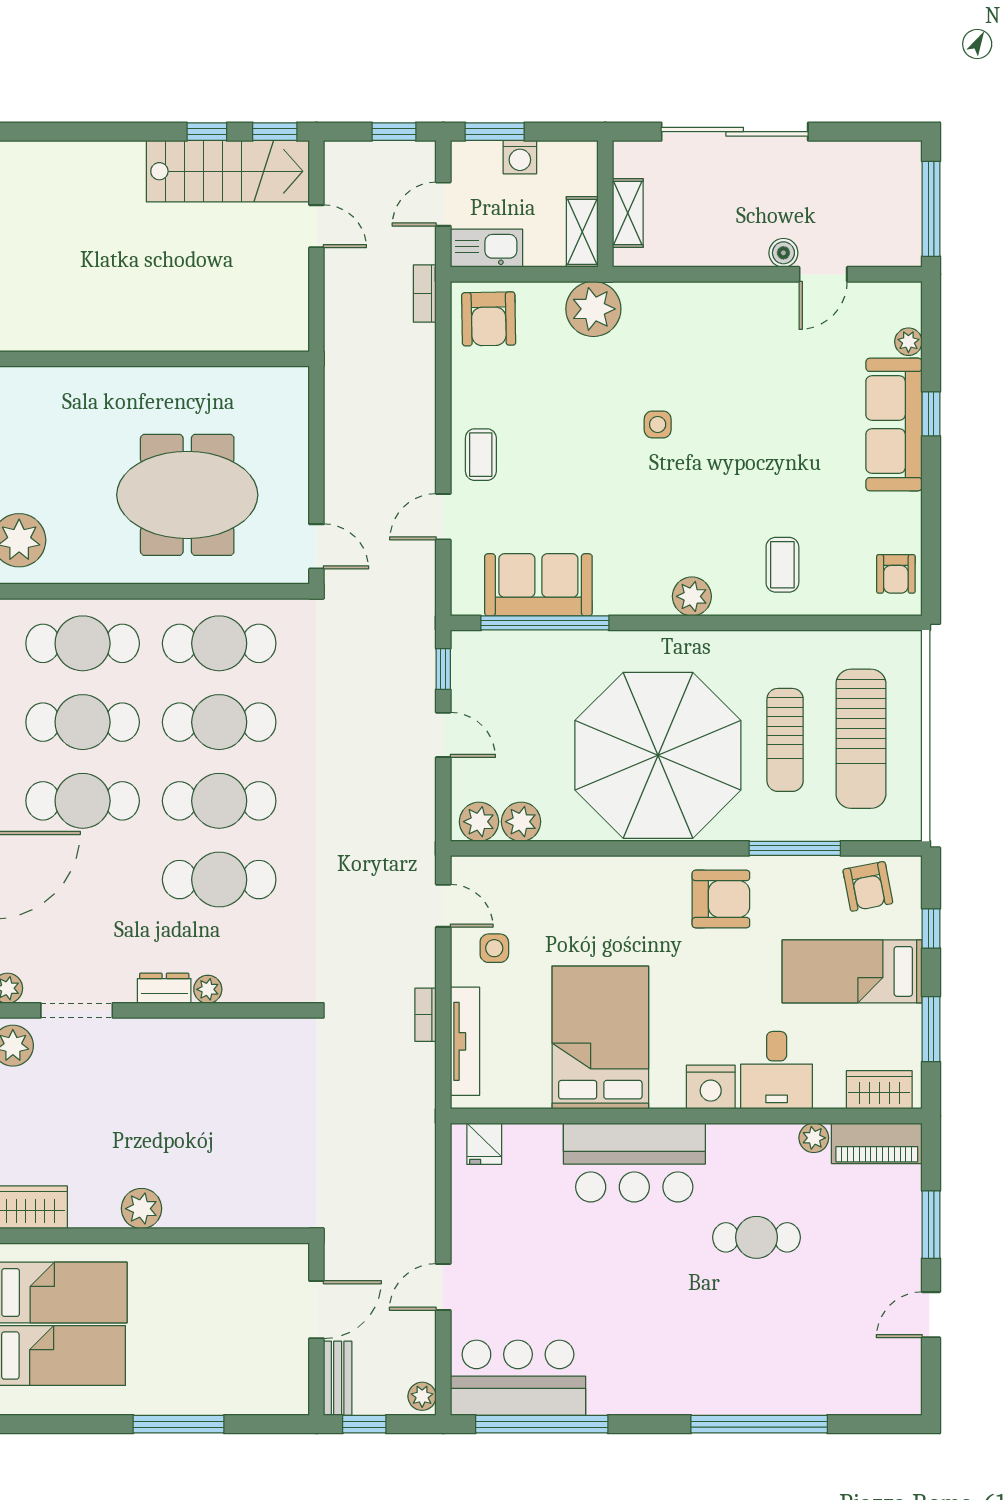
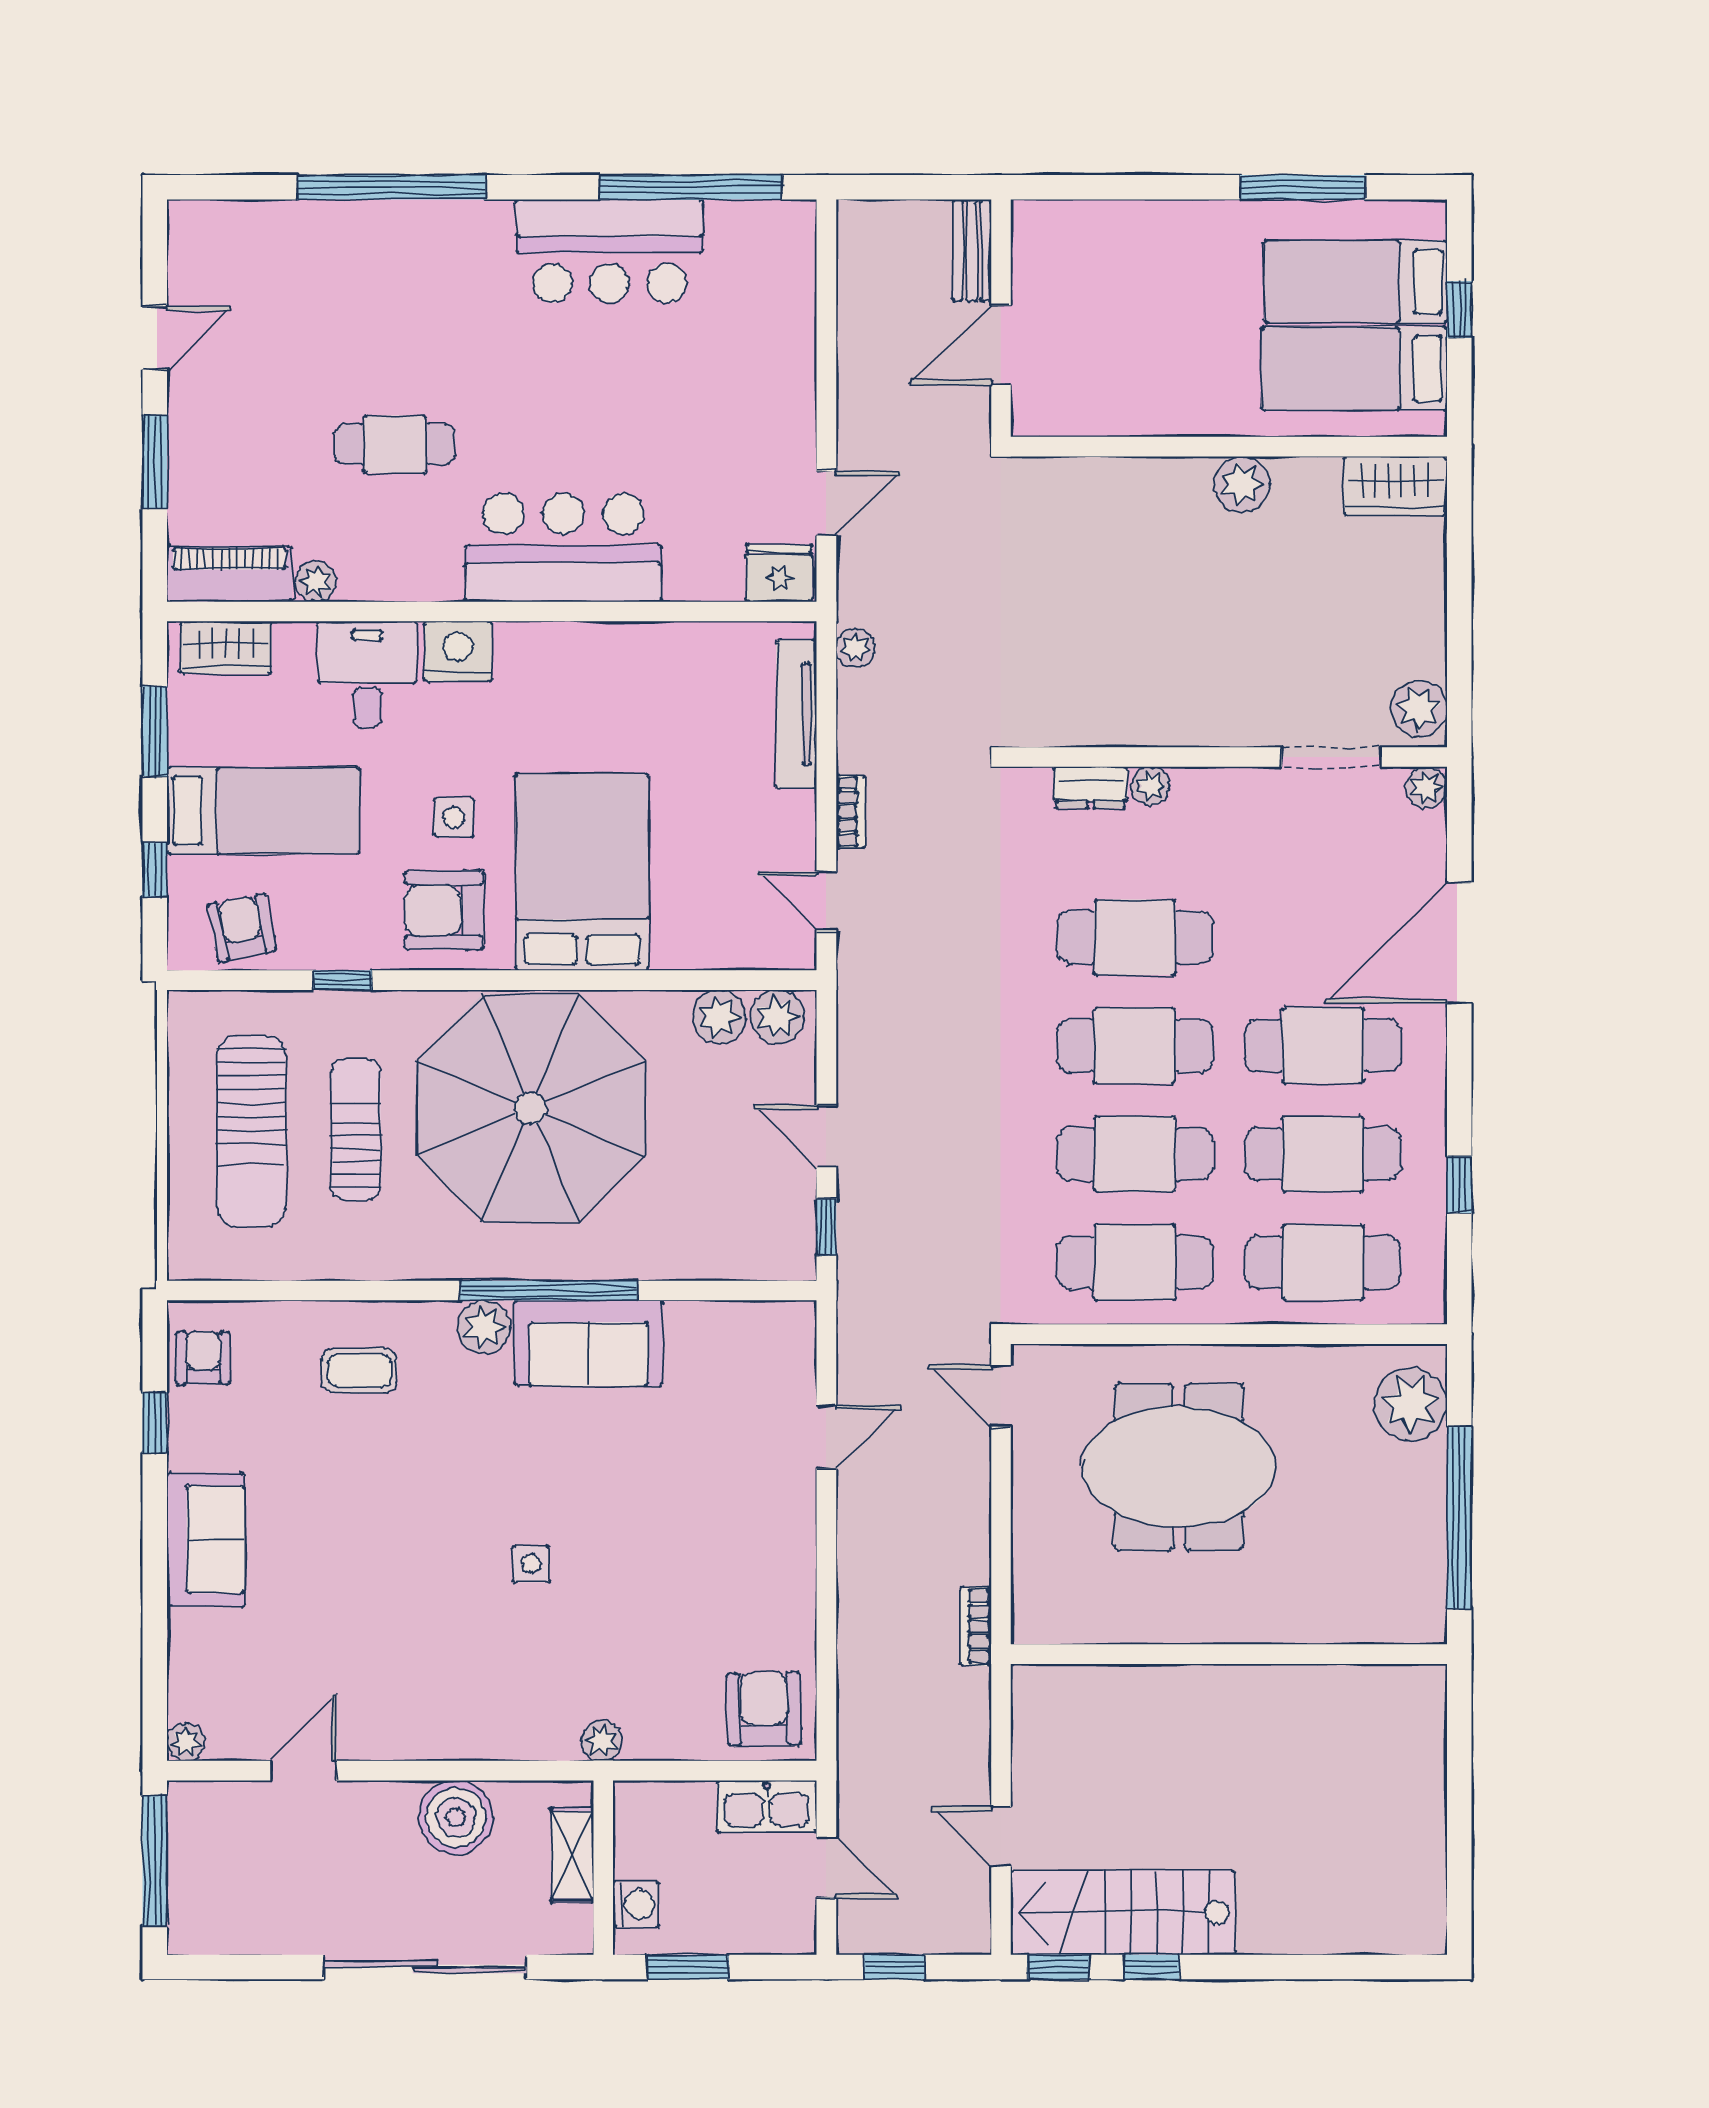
window: (495, 132) -> (688, 1967), moved
washing machine: (520, 157) -> (636, 1905), moved, turned 90
door: (443, 204) -> (826, 1867), hinge flipped
shelving: (582, 232) -> (635, 1829), removed
boiler: (783, 253) -> (456, 1817), moved, width x1.86, depth x1.86
bookcase: (425, 294) -> (975, 1626), moved, turned 180
plant: (593, 309) -> (602, 1741), width x0.53, depth x0.53
plant: (908, 342) -> (186, 1742), moved
window: (931, 414) -> (155, 1423), moved
sofa: (894, 425) -> (206, 1540), width x0.73
coffee table: (481, 455) -> (775, 1522), removed
coffee table: (782, 565) -> (359, 1371), turned 90
sofa: (538, 585) -> (589, 1343), moved
window: (545, 623) -> (548, 1290), moved
sun lounger: (861, 739) -> (251, 1131), turned 180
window: (795, 848) -> (342, 980), width x0.46
side table: (494, 948) -> (454, 818), moved
dresser: (164, 988) -> (1091, 787), moved
bookcase: (426, 1015) -> (851, 812), moved
bed: (600, 1038) -> (582, 872), moved, turned 180
fridge: (484, 1144) -> (779, 573), width x1.38
door: (443, 1287) -> (826, 503), moved
bar counter: (518, 1378) -> (609, 251), moved
plant: (422, 1396) -> (855, 648), moved
window: (179, 1424) -> (1303, 187), moved
window: (364, 1424) -> (935, 187), removed

